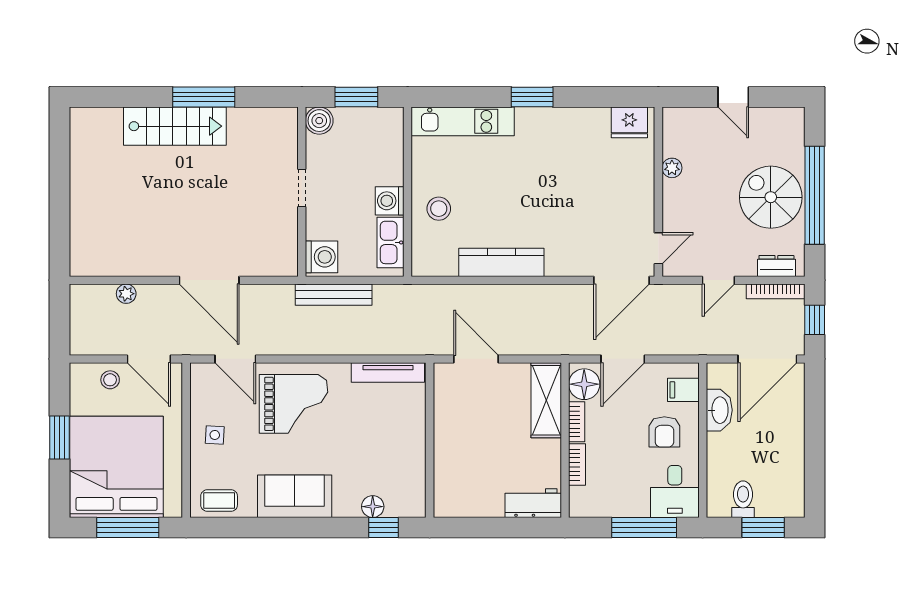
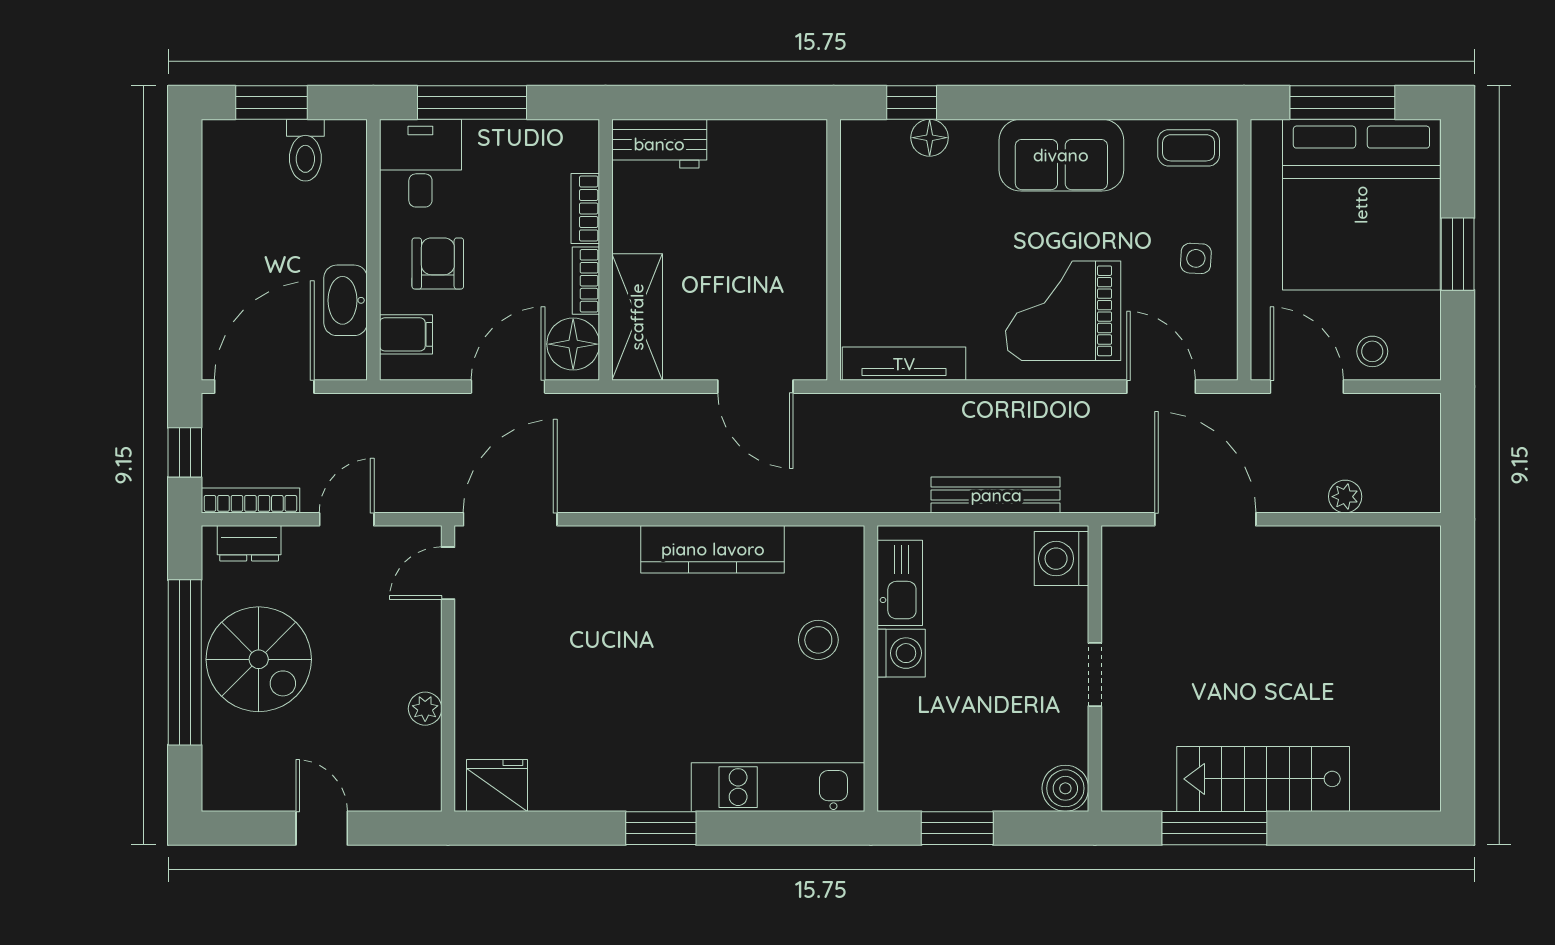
boiler: (319, 121) -> (1065, 788), moved
doorway: (302, 188) -> (1095, 675), moved
wall: (302, 192) -> (1095, 668), moved
washing machine: (322, 257) -> (1061, 559), moved

